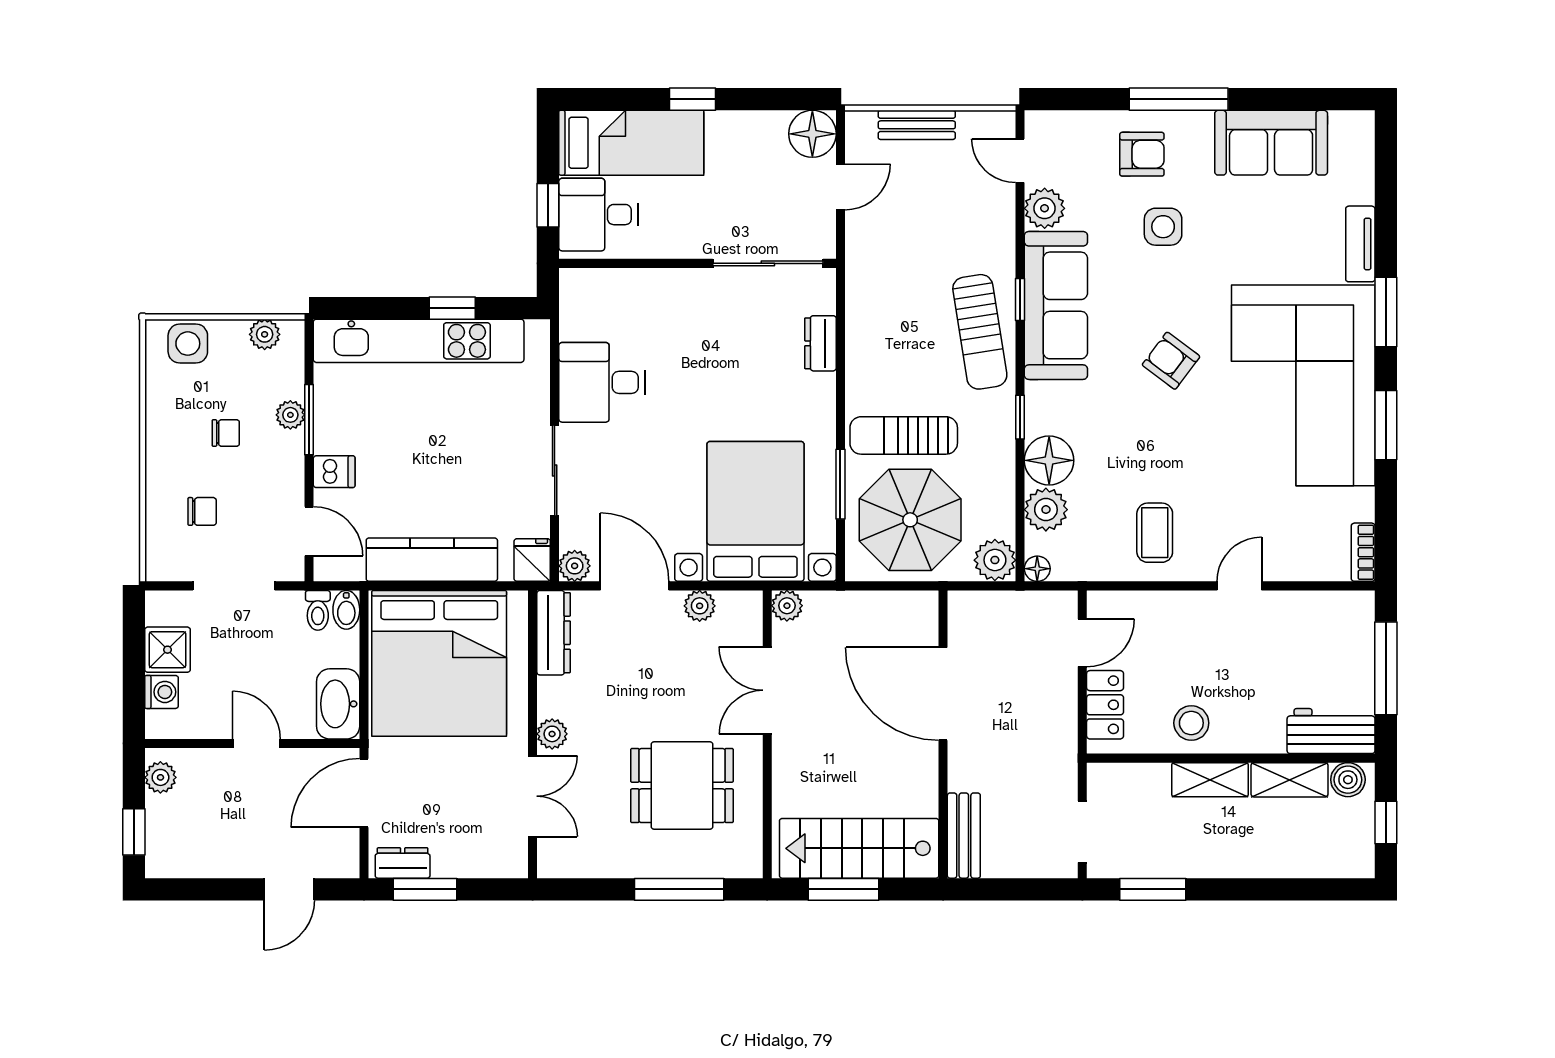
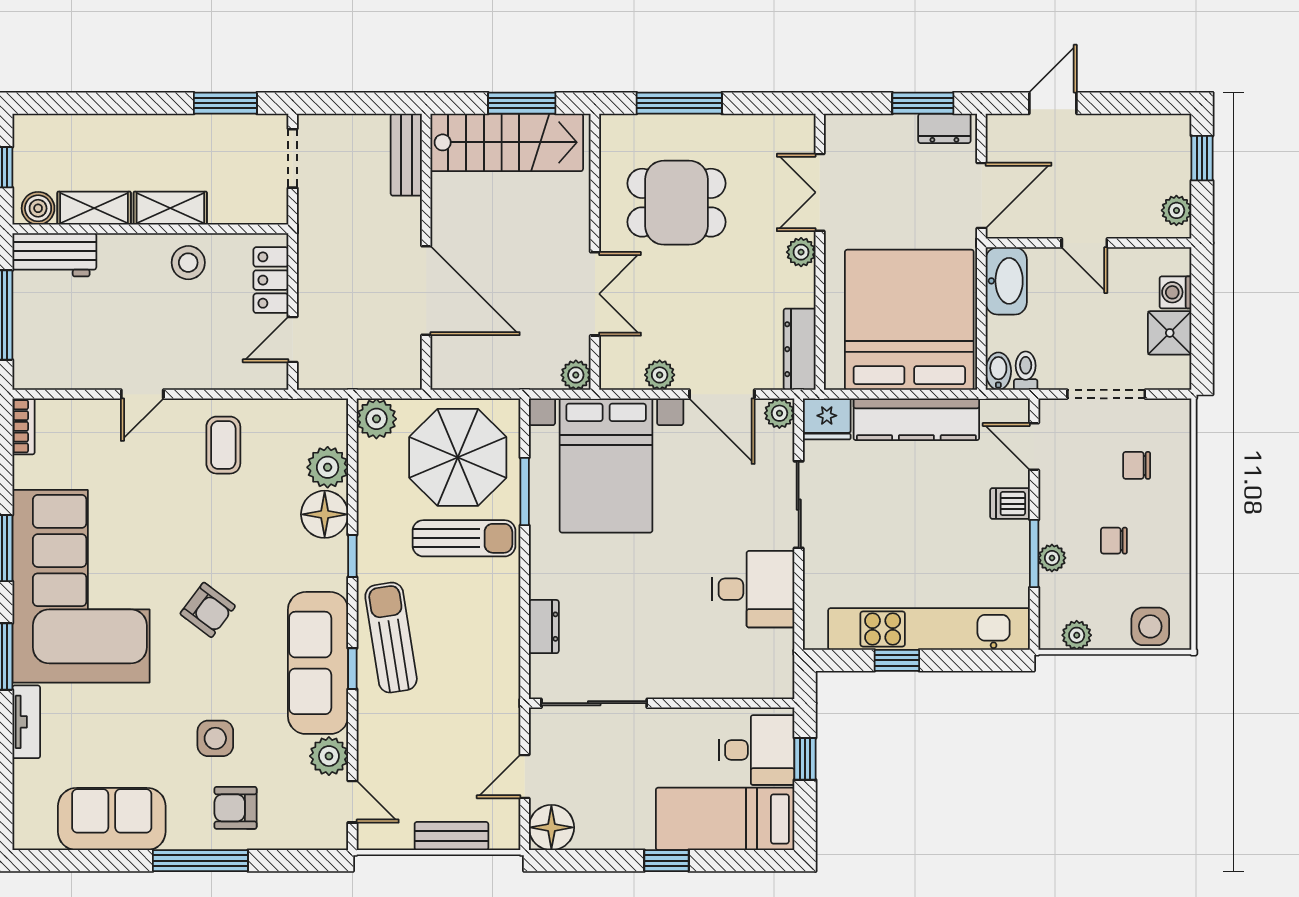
fridge: (532, 560) -> (827, 419), width x1.38
floor lamp: (1037, 569) -> (336, 411), removed

